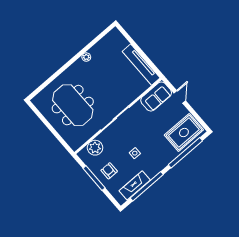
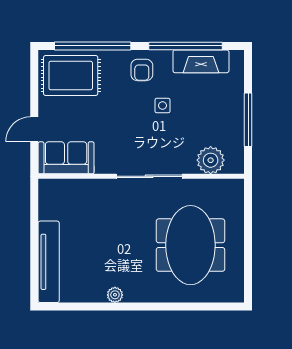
tv unit: (141, 65) -> (49, 262), moved
armchair: (109, 171) -> (142, 70), moved

